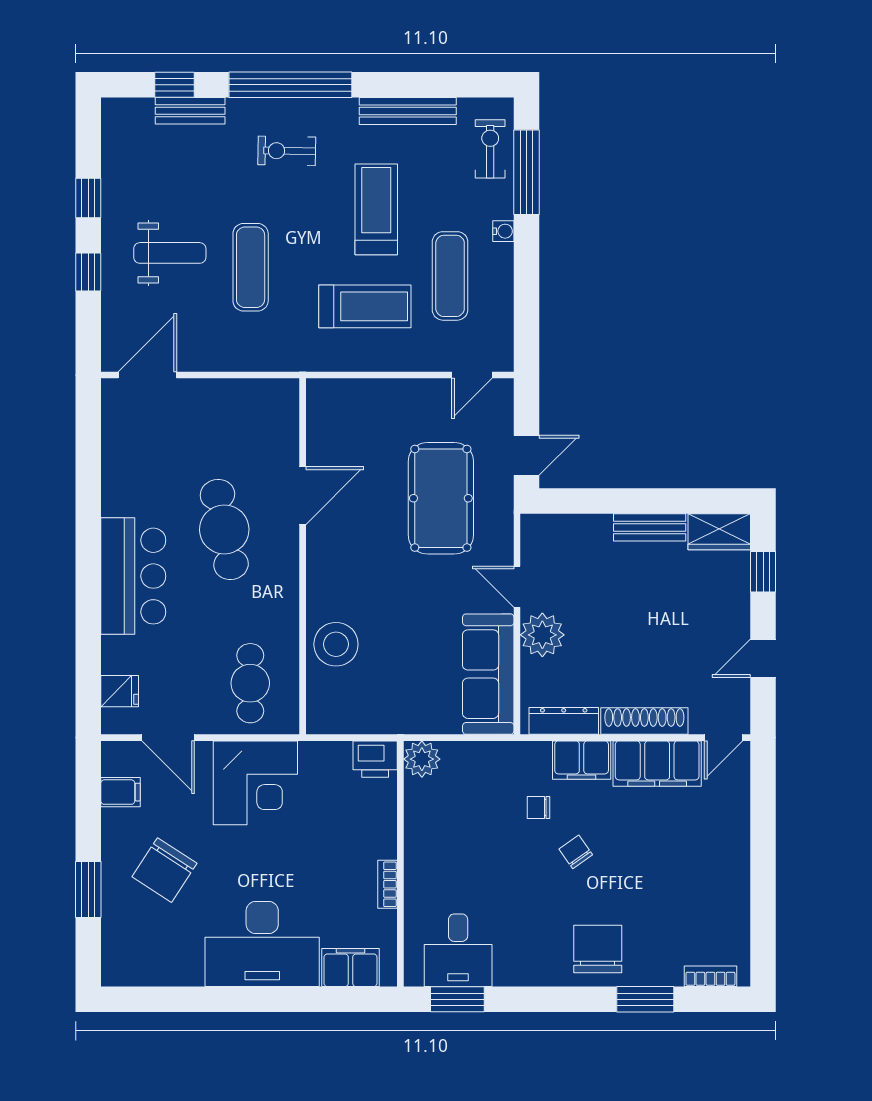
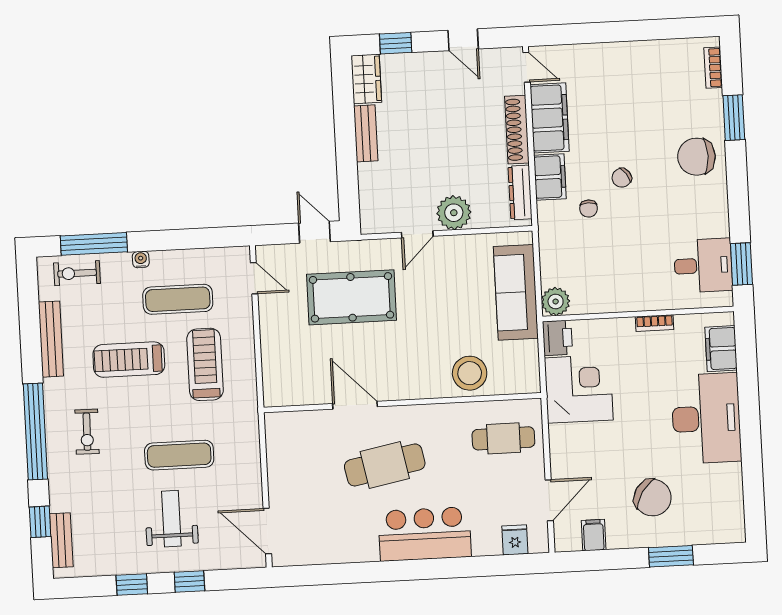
bench: (190, 111) -> (61, 540), moved
sofa: (488, 674) -> (516, 292), moved, turned 90
corner desk: (255, 783) -> (579, 389), moved

